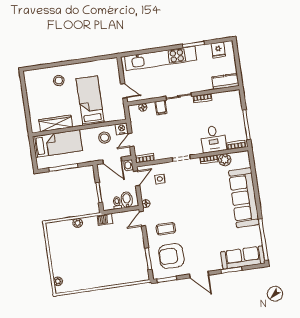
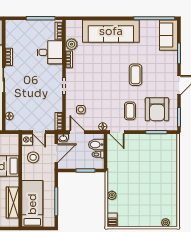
filing cabinet: (161, 108) -> (12, 98), removed
barbecue: (105, 219) -> (112, 220), moved
coffee table: (203, 229) -> (136, 75), added
sofa: (243, 257) -> (169, 35), width x0.73

